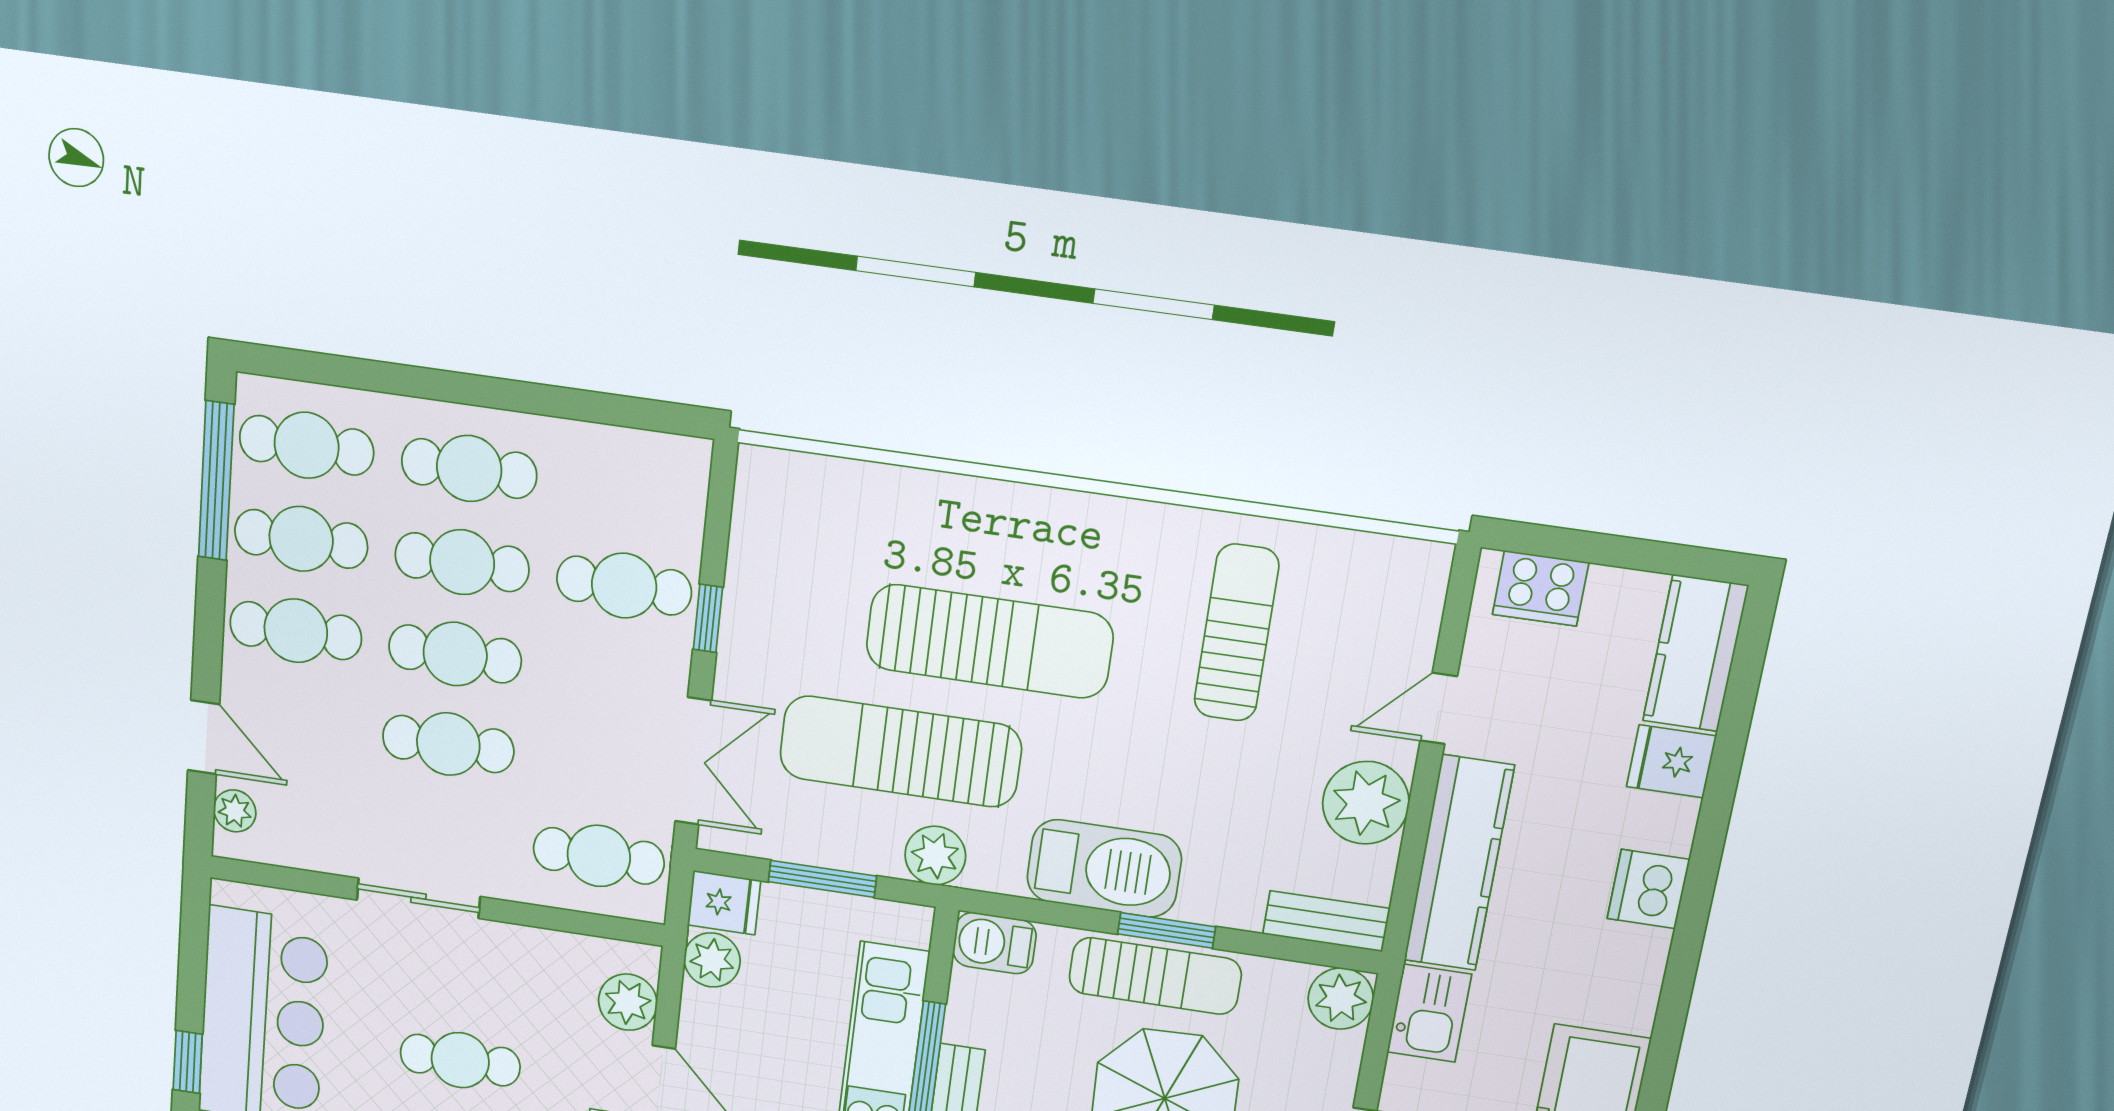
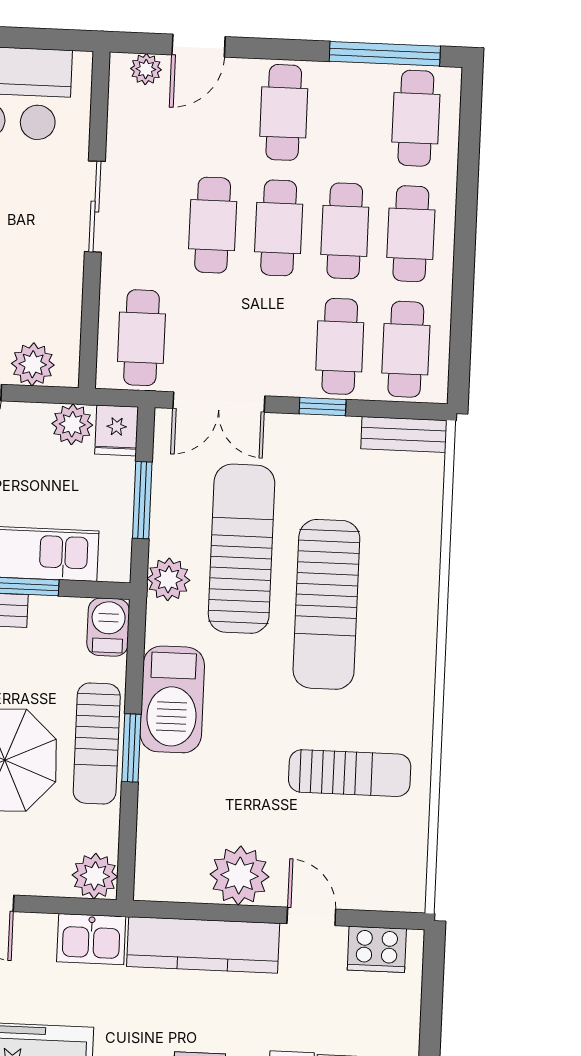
cafe table: (301, 539) -> (406, 349), moved
cooker: (1540, 588) -> (377, 949), moved, turned -90
bench: (1326, 921) -> (404, 434), moved, turned 90

